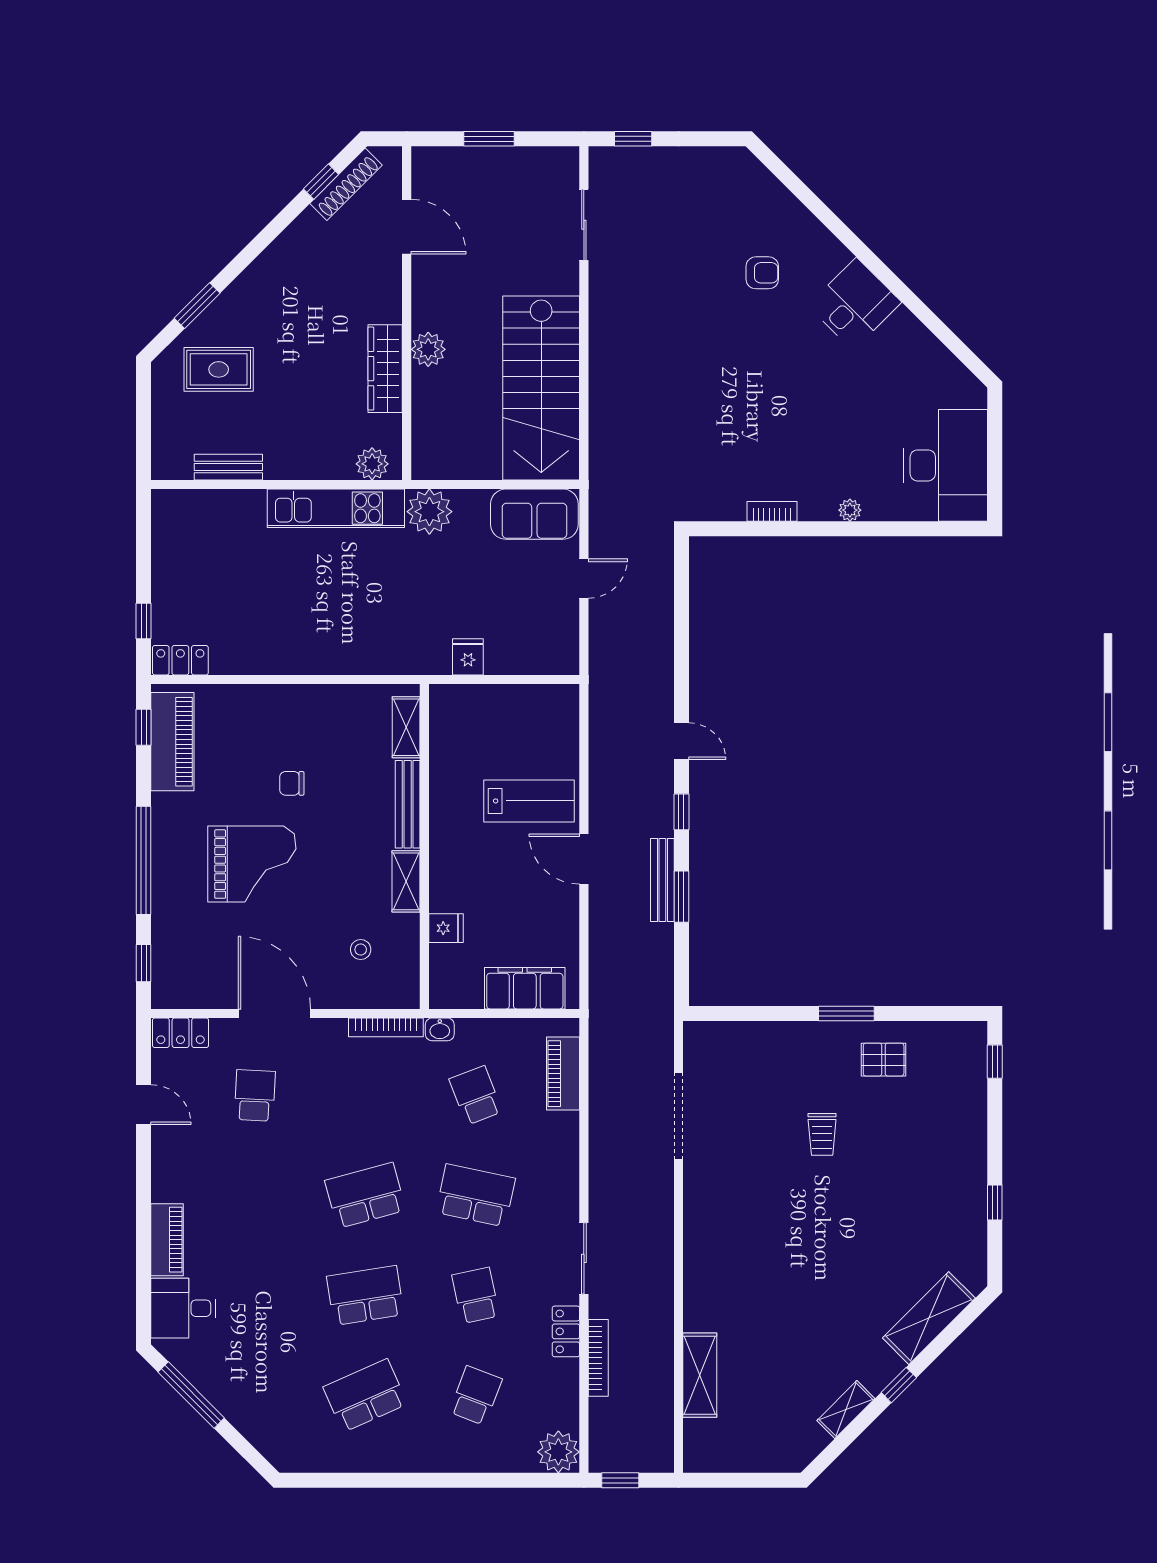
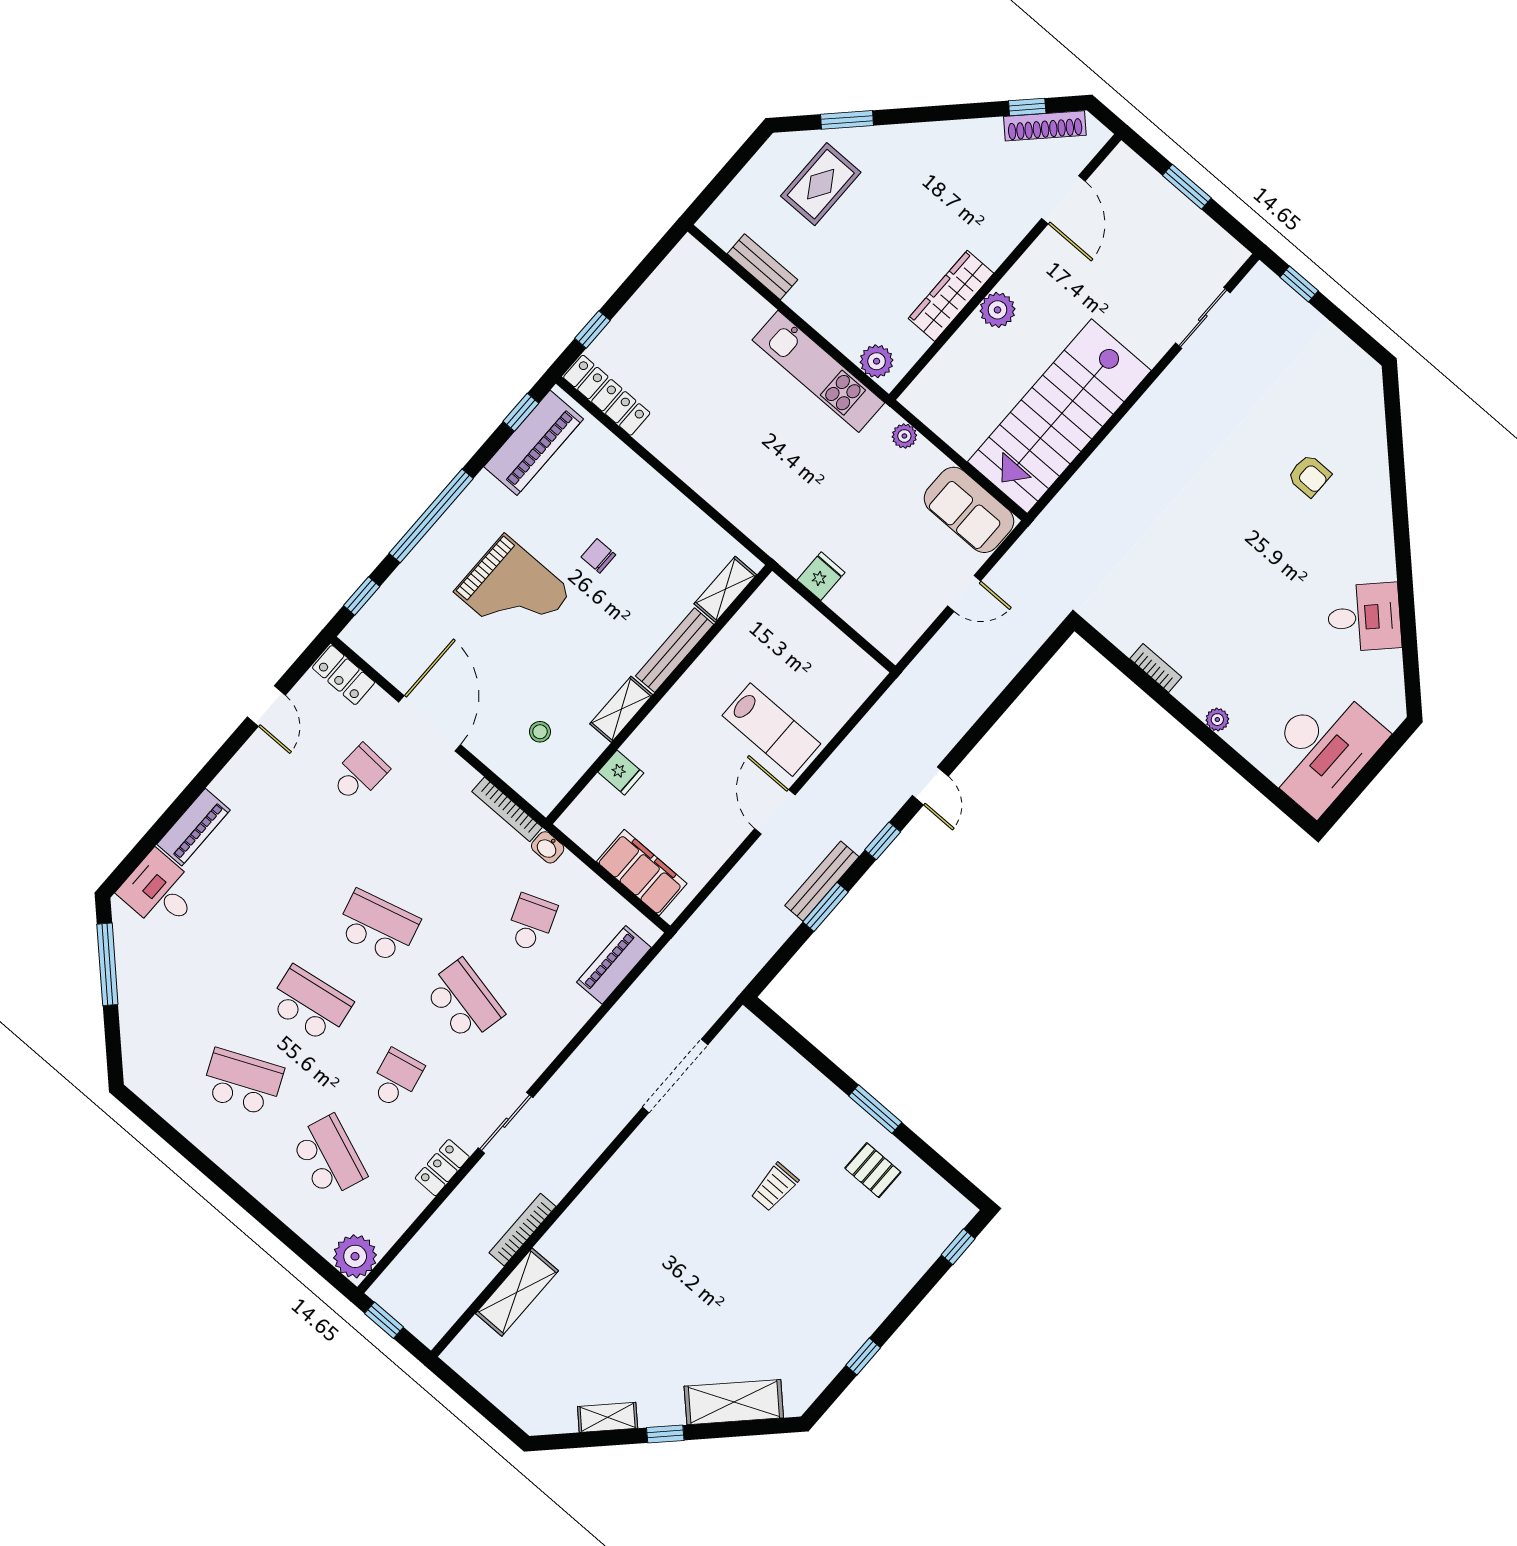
desk: (855, 304) -> (1364, 617), moved
rug: (219, 369) -> (821, 184), turned 90
plant: (429, 512) -> (904, 436), width x0.53, depth x0.53
locker: (180, 660) -> (607, 395), width x1.53
bookcase: (598, 1358) -> (522, 1230), moved, turned 180
school desk: (476, 1396) -> (329, 1157), width x1.85

